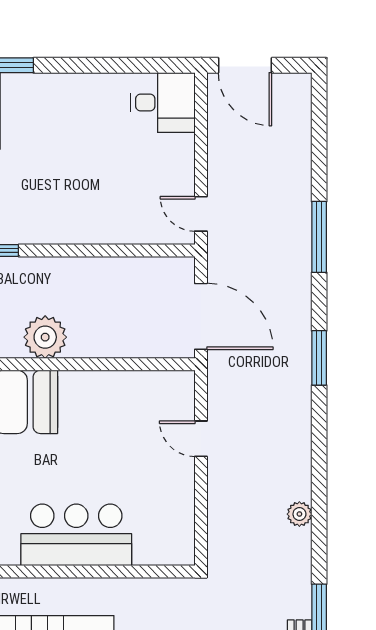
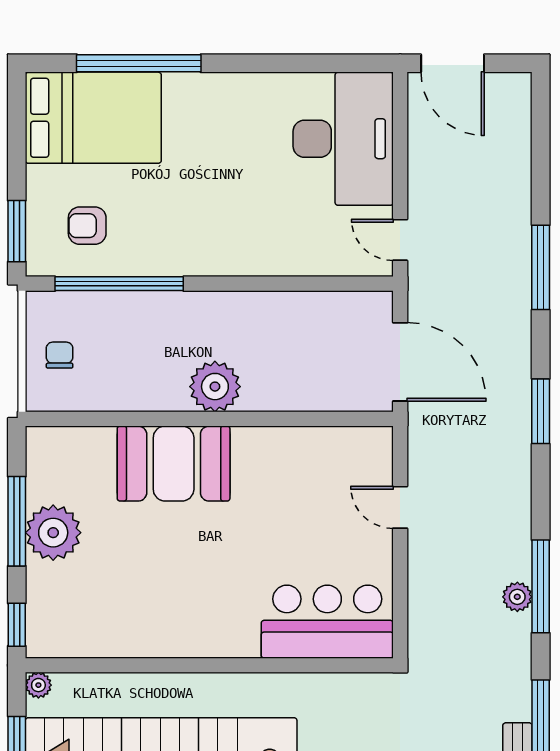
desk: (163, 103) -> (343, 139), width x1.87, depth x1.30
window: (319, 505) -> (541, 586), added
bar counter: (76, 535) -> (327, 622), moved

